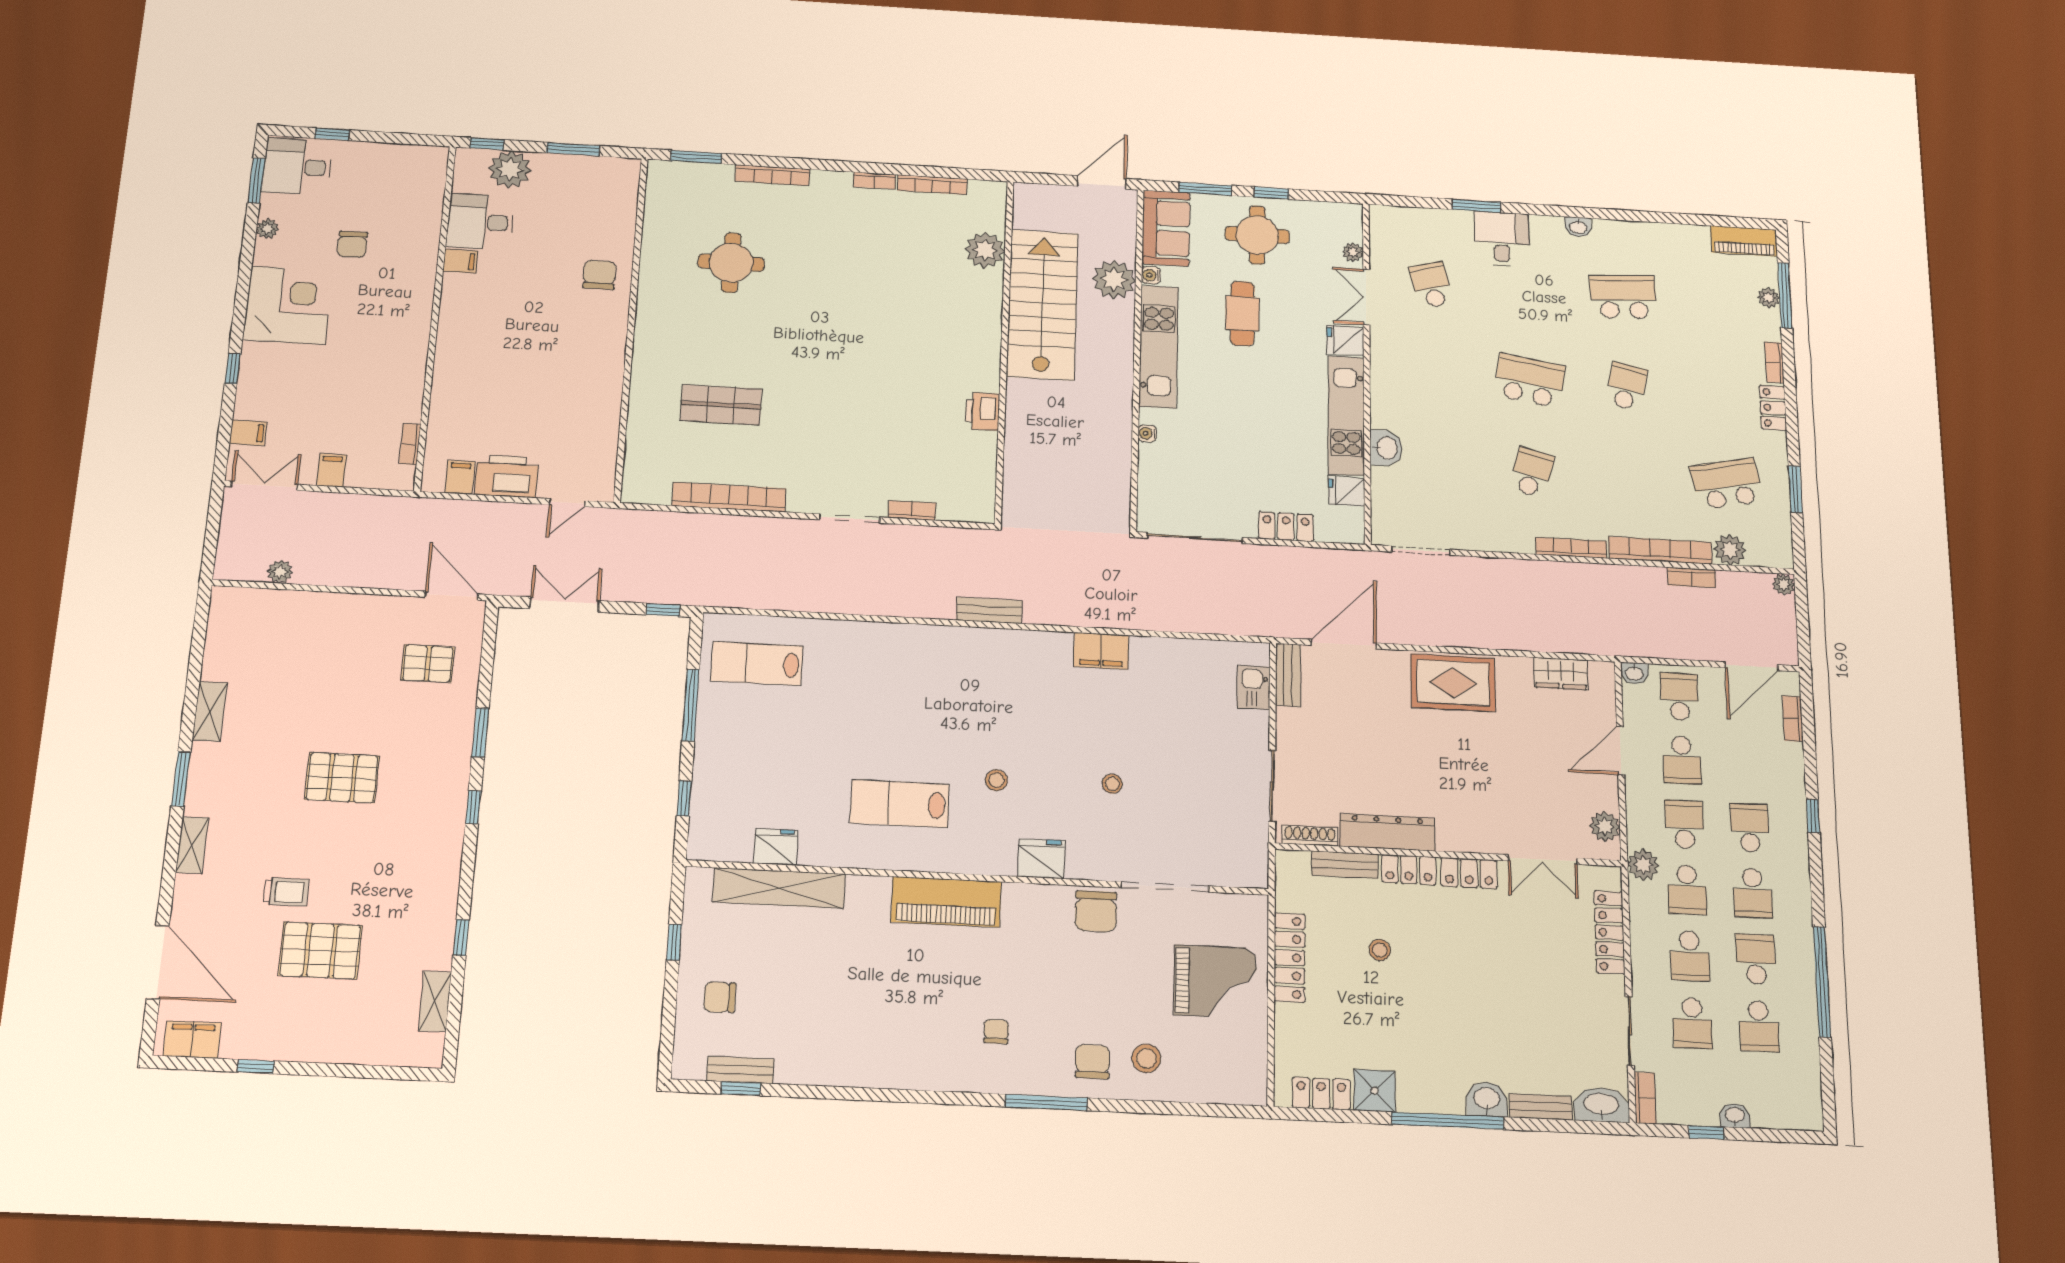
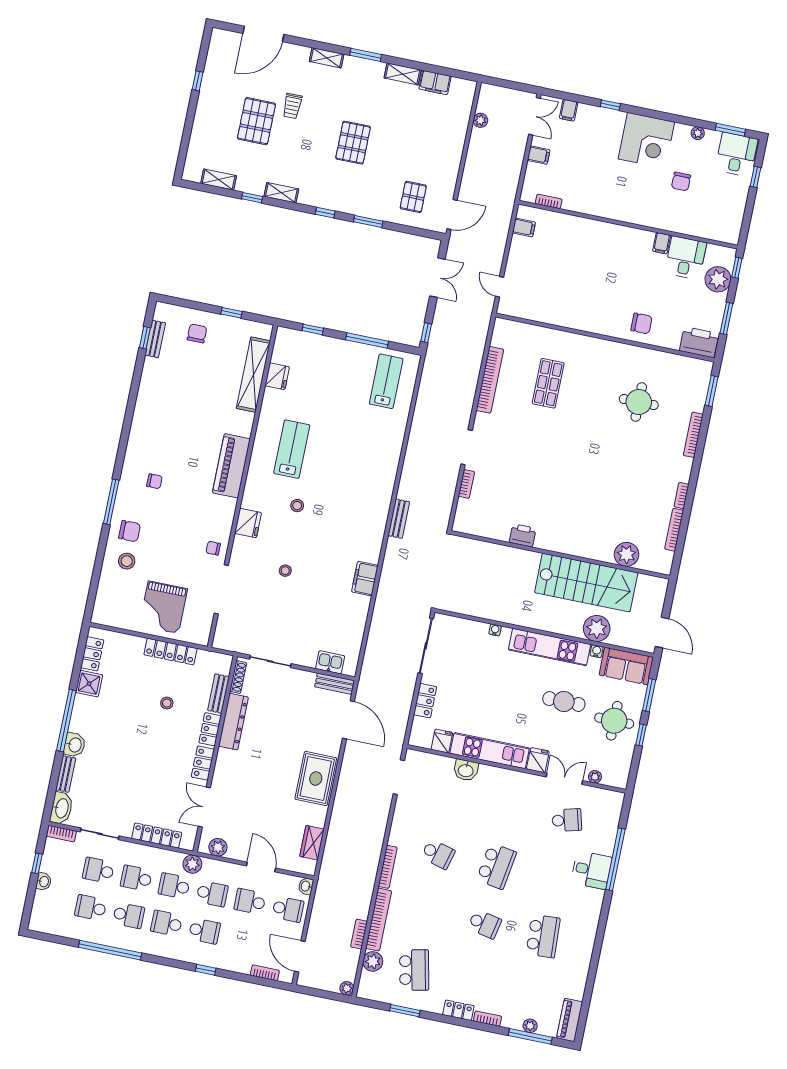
window: (1476, 206) -> (615, 859), width x2.11
washbasin: (1578, 227) -> (593, 919), removed
chair: (352, 244) -> (681, 181), turned -90
printer: (507, 476) -> (699, 342), moved, turned -90
shelving: (446, 888) -> (281, 193), added
chair: (1096, 911) -> (213, 548), width x0.54, depth x0.54
filing cabinet: (192, 1040) -> (435, 83), moved, turned 90

